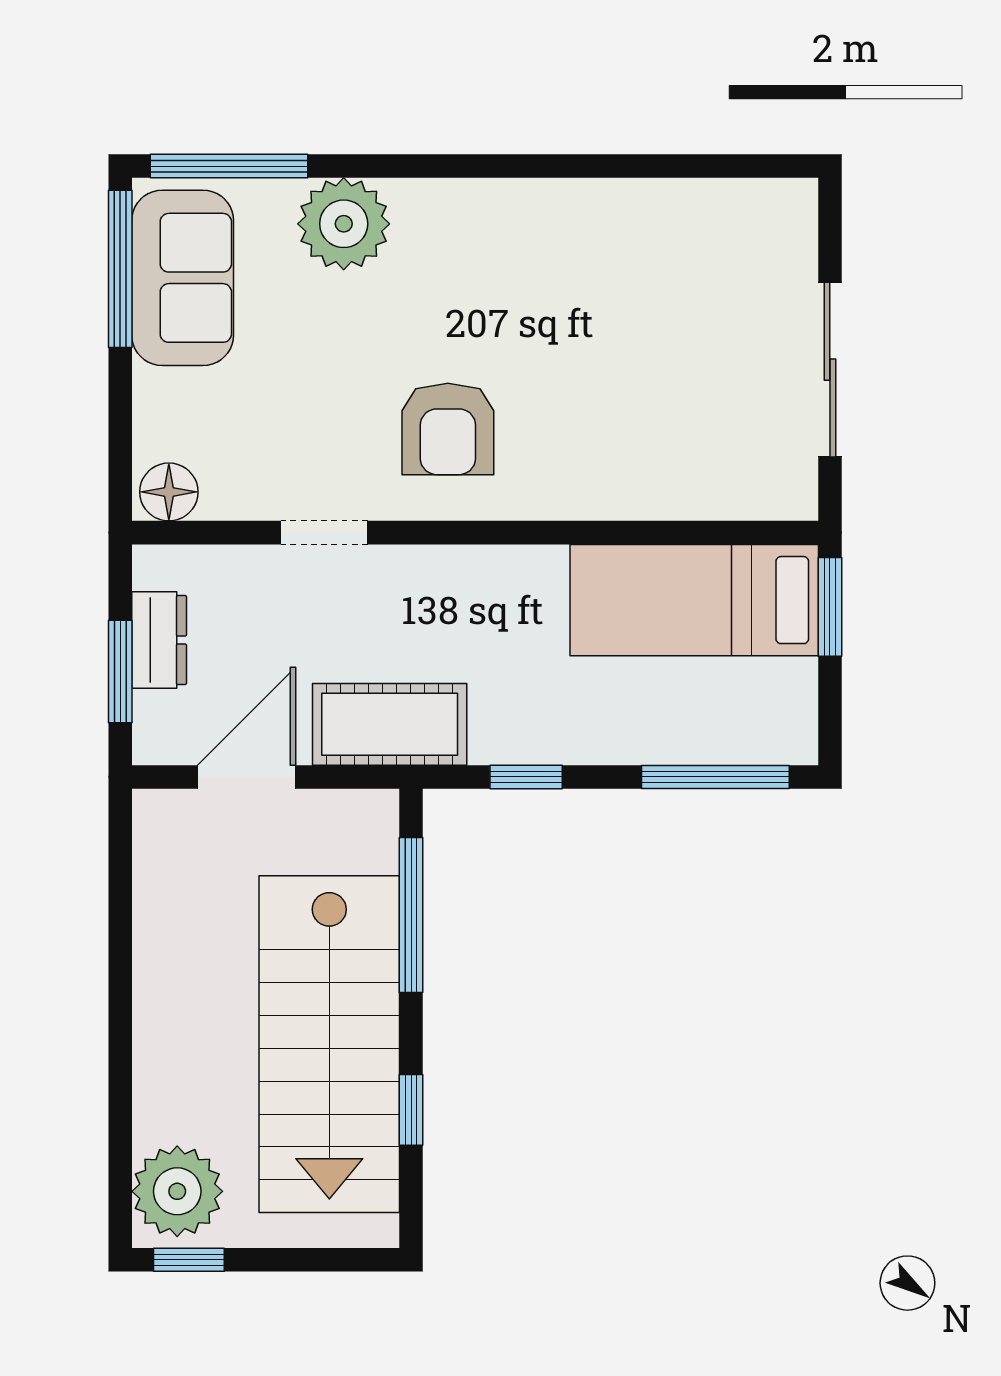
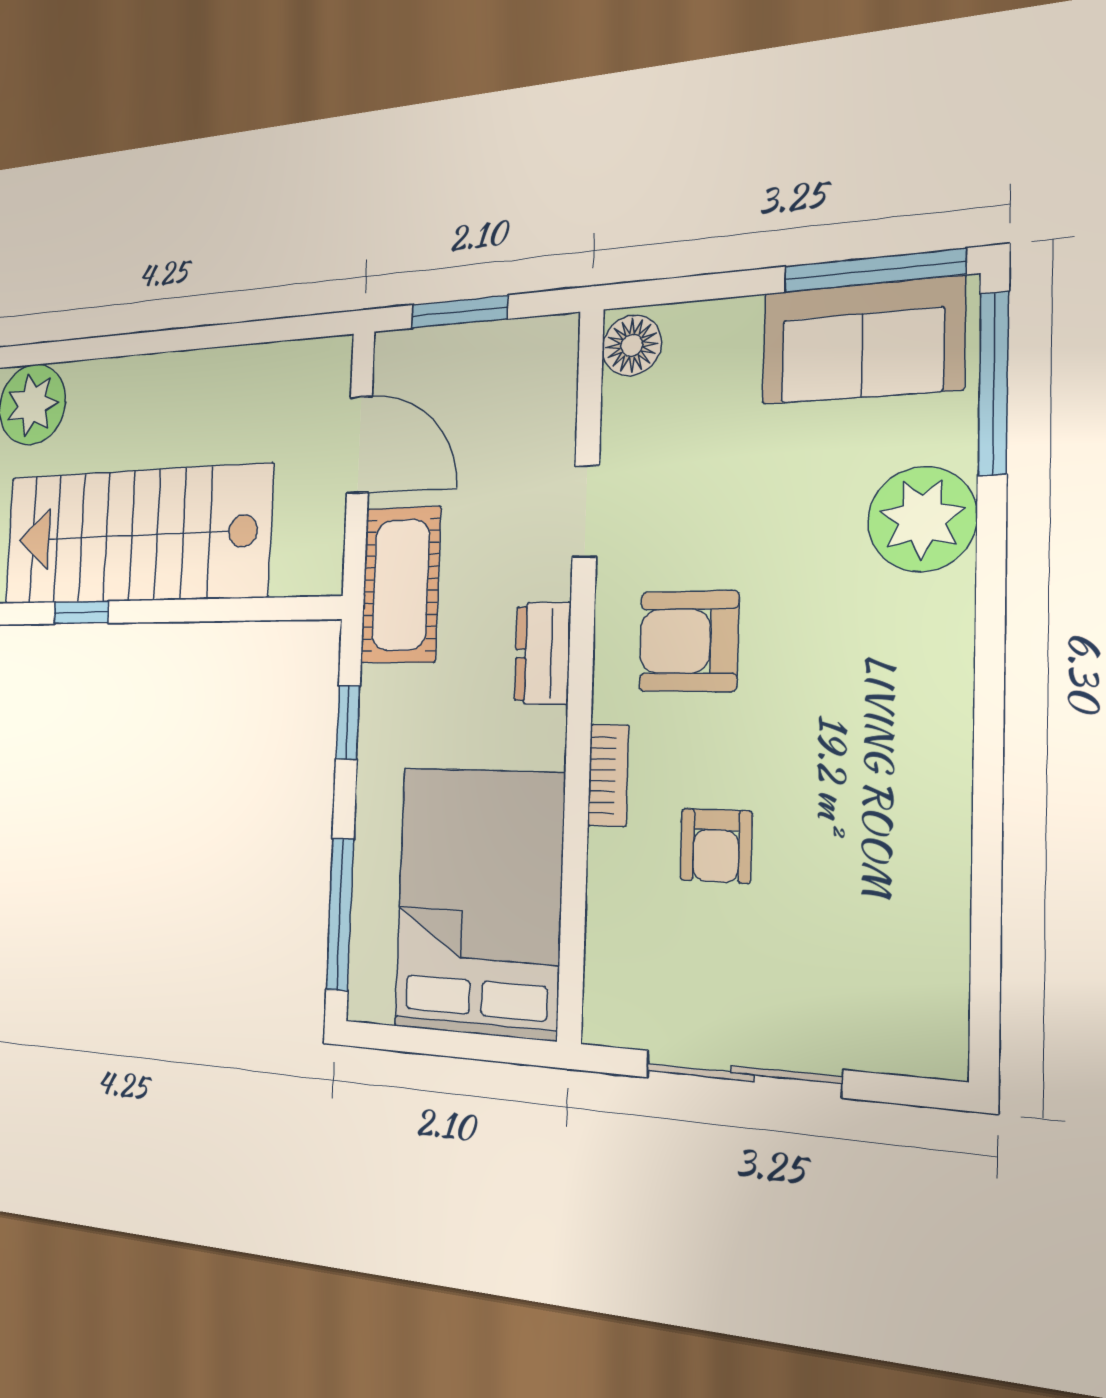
armchair: (632, 399) -> (716, 846), added
bookcase: (572, 502) -> (608, 775), added
bed: (694, 600) -> (479, 901), width x1.50
window: (830, 607) -> (494, 1048), removed
dresser: (159, 640) -> (543, 653), moved, turned 90
window: (411, 915) -> (235, 610), removed

